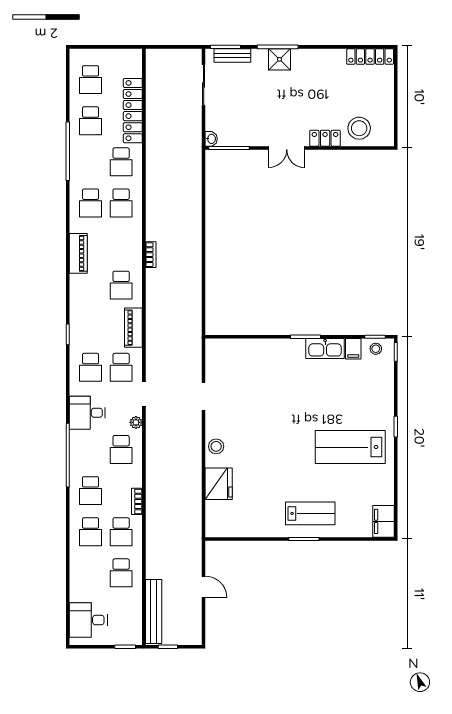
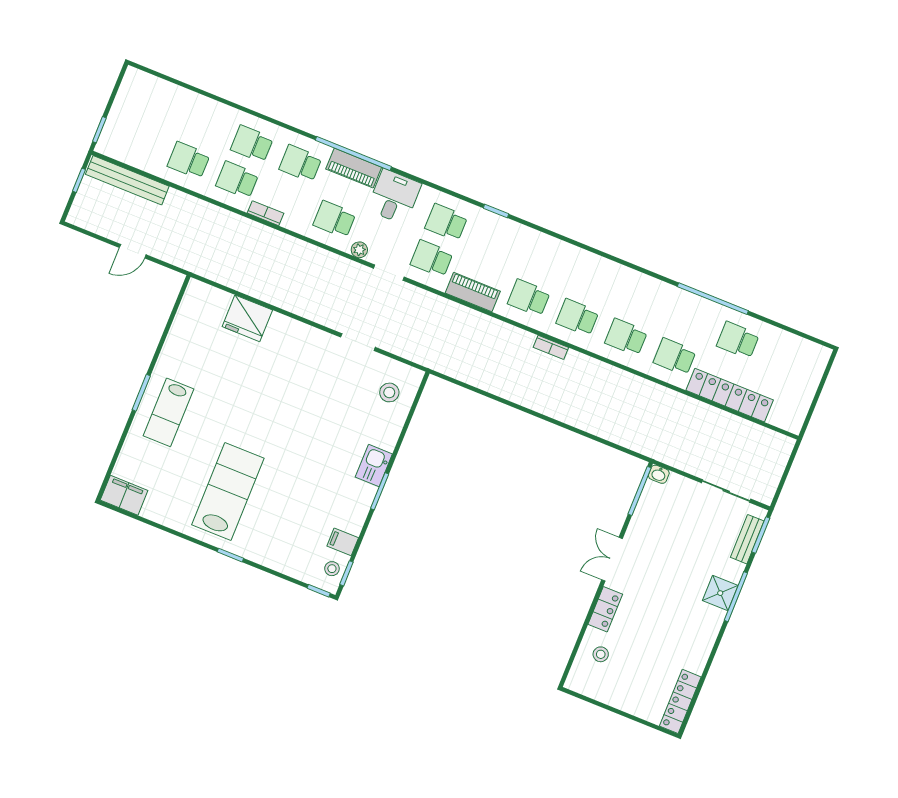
school desk: (91, 80) -> (787, 360), removed
stool: (359, 128) -> (601, 654), width x0.53, depth x0.53
school desk: (91, 203) -> (577, 317), moved
piano: (78, 253) -> (354, 168), moved
kitchen sink: (325, 349) -> (374, 465), moved, width x0.73
stool: (216, 446) -> (389, 392), moved
desk: (88, 620) -> (149, 99), removed

